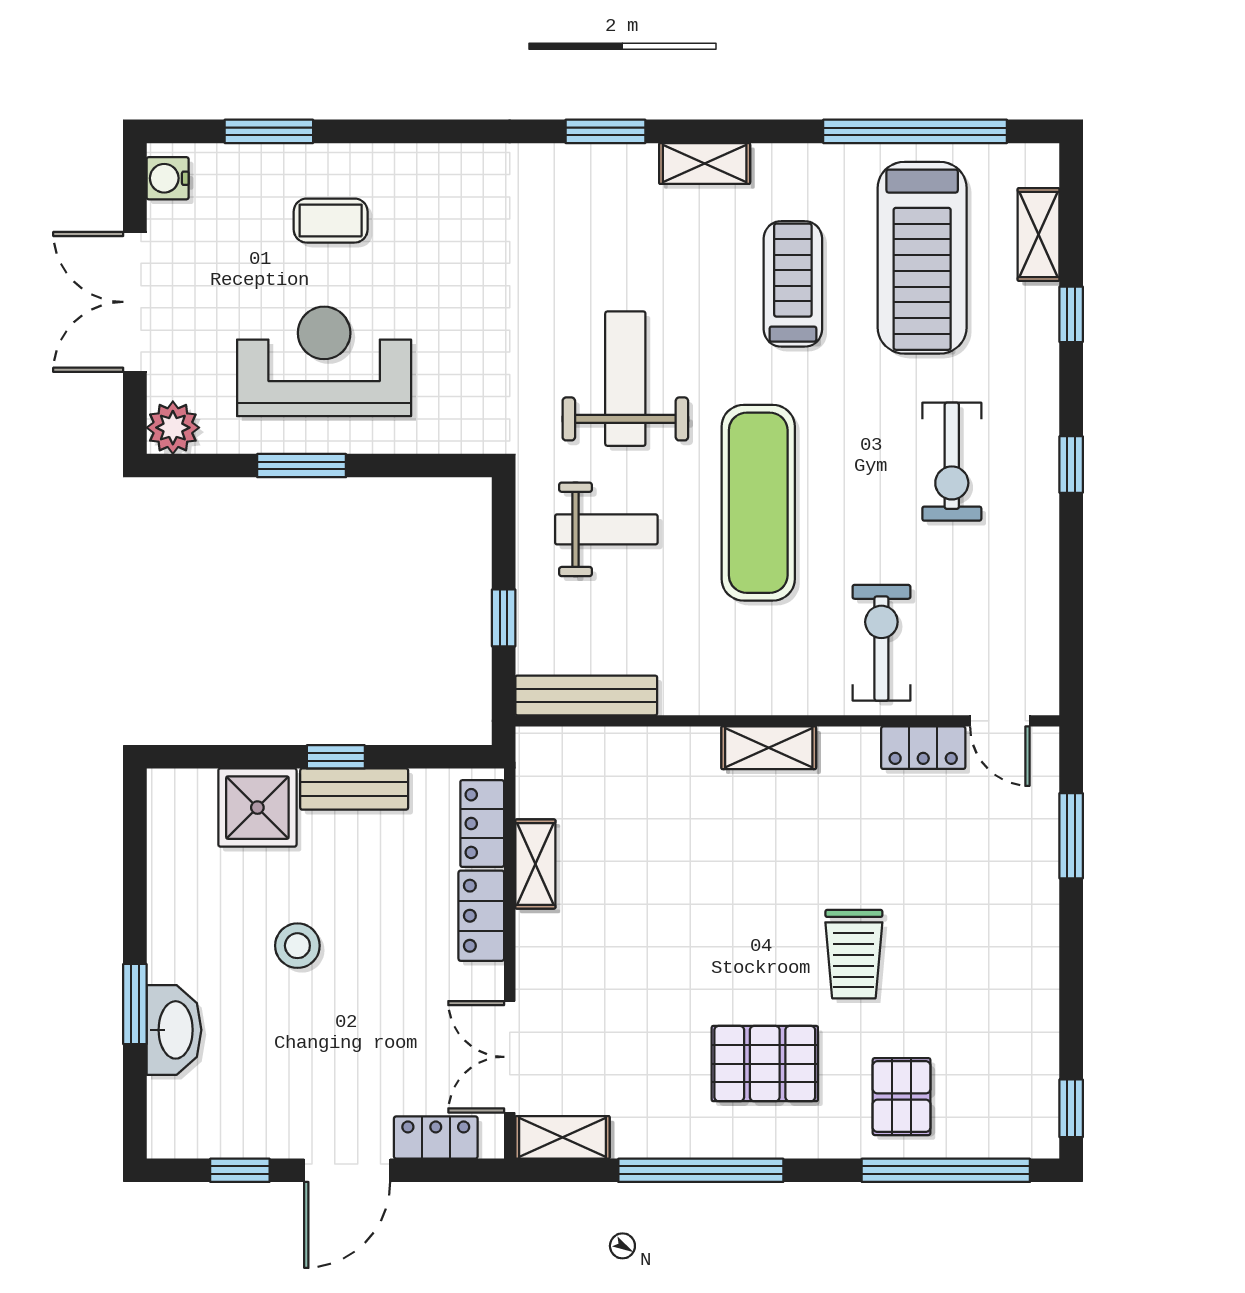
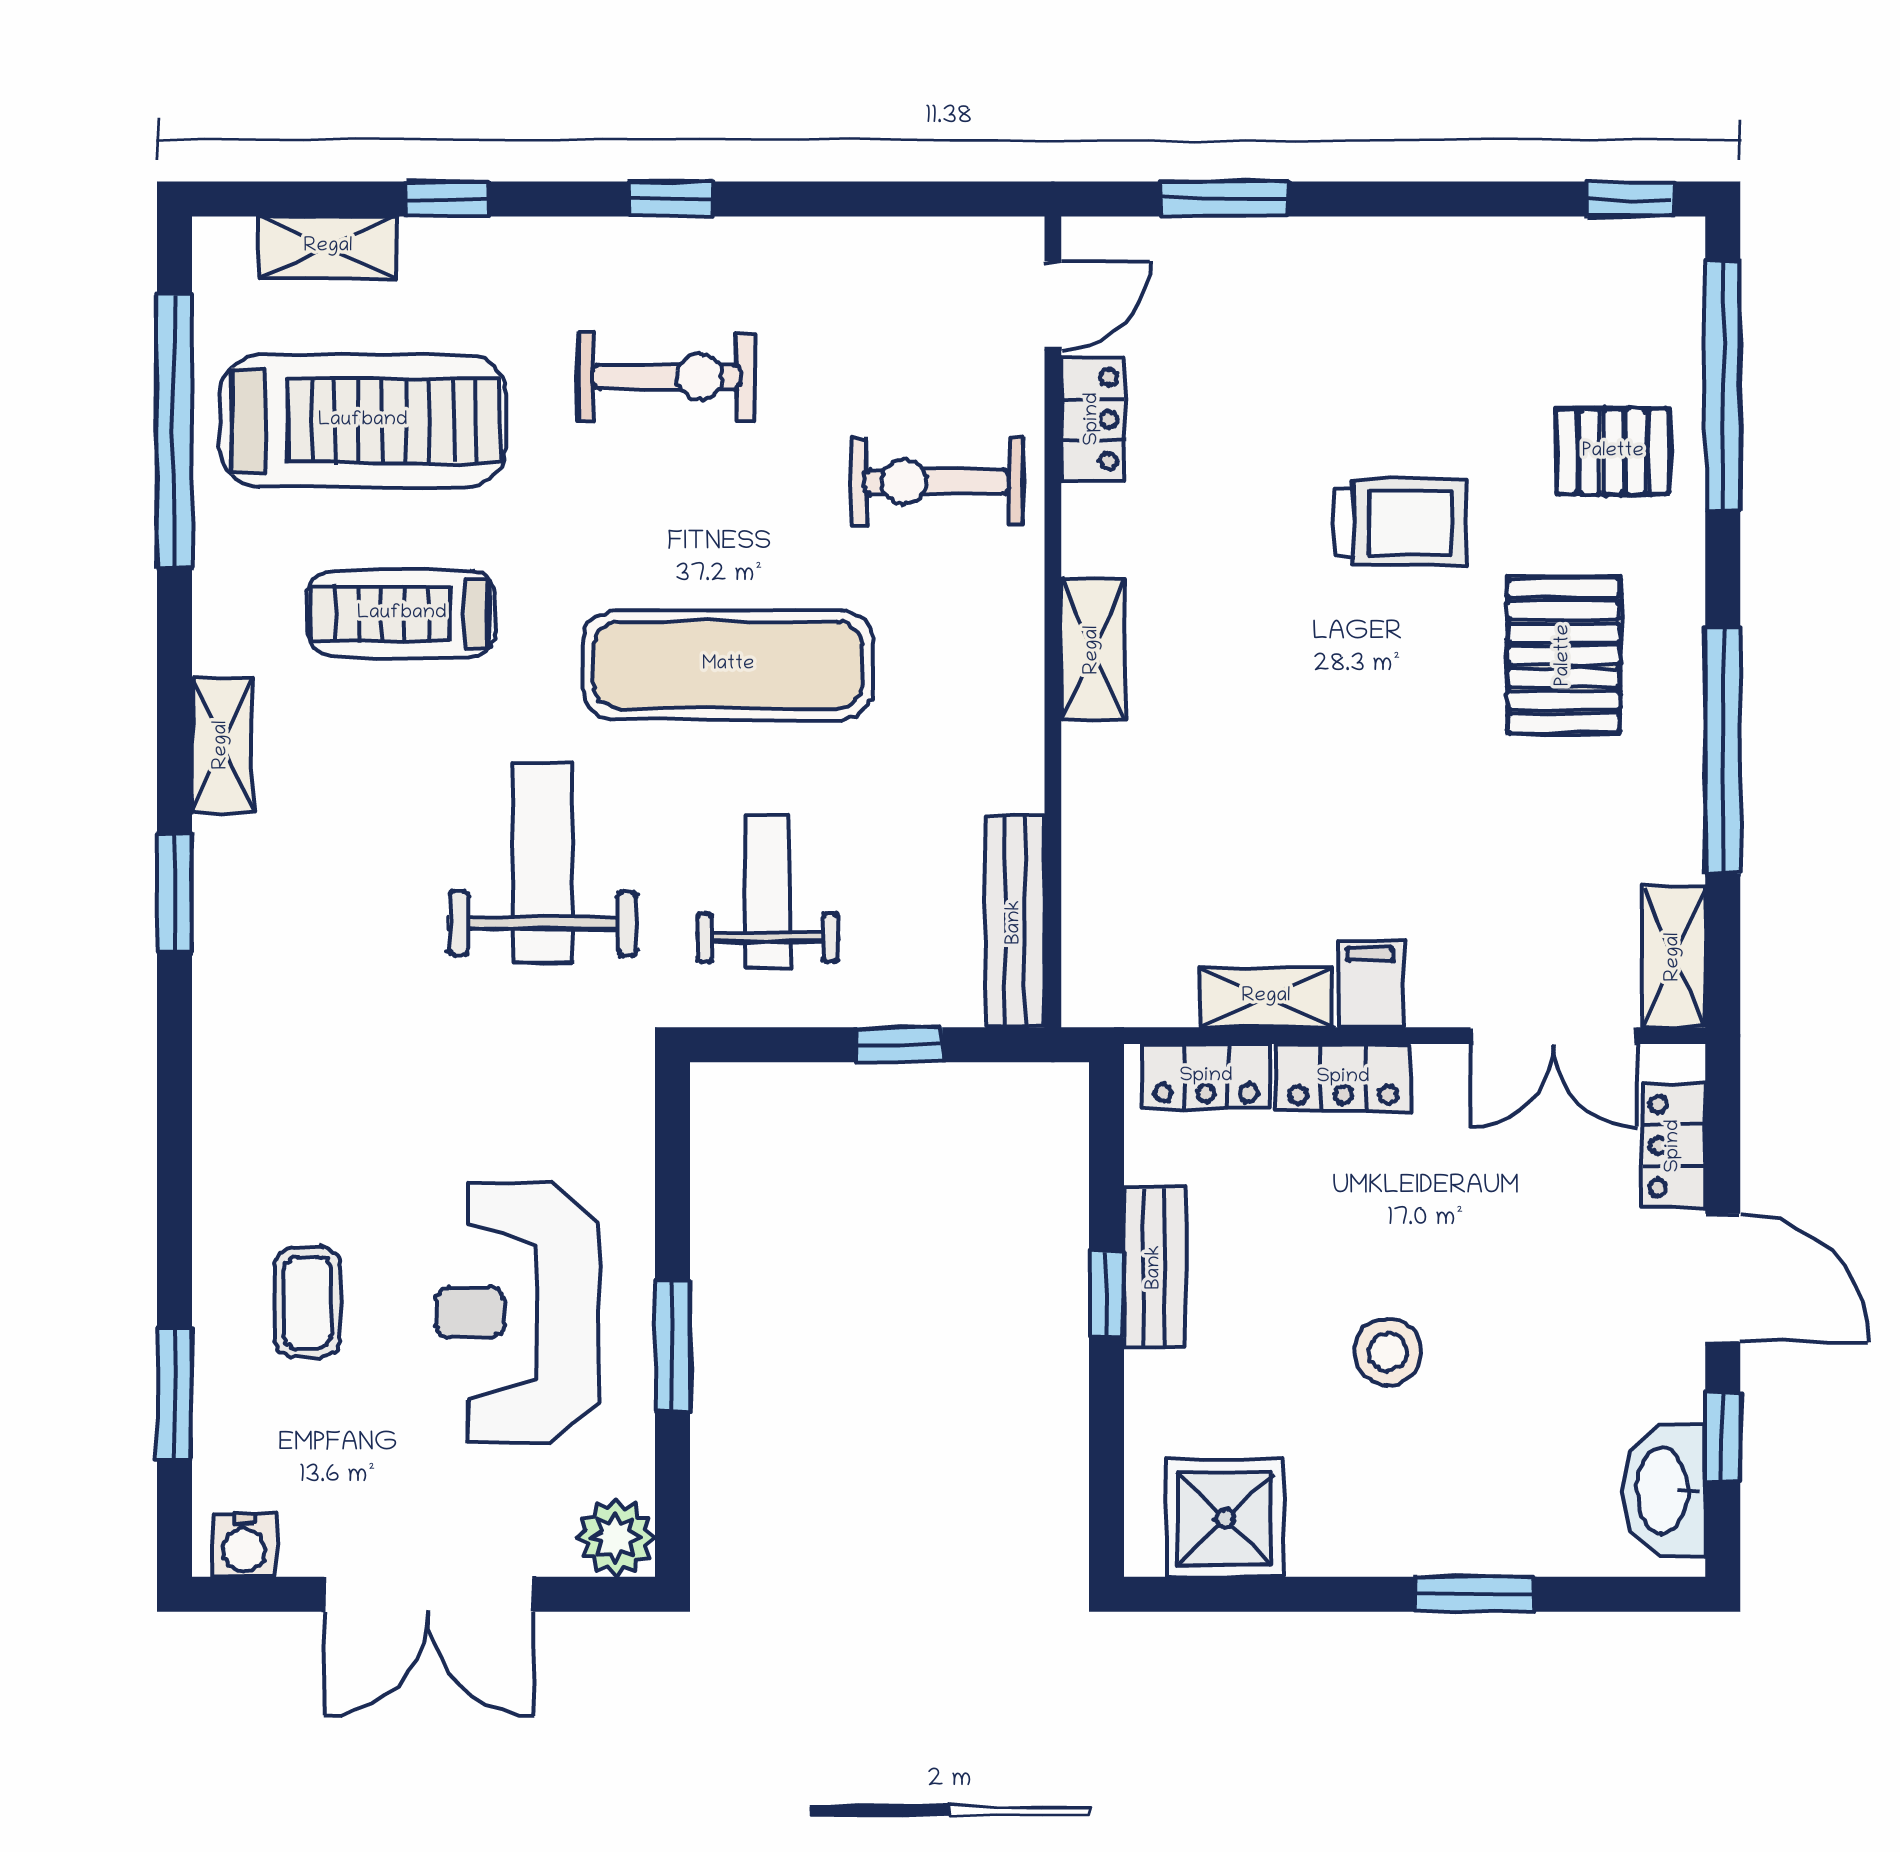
weight bench: (625, 379) -> (543, 863), turned 90
shower: (257, 808) -> (1225, 1519), moved
filing cabinet: (544, 934) -> (1370, 984), added
washbasin: (174, 1030) -> (1664, 1491), moved, turned -90

